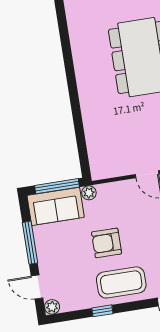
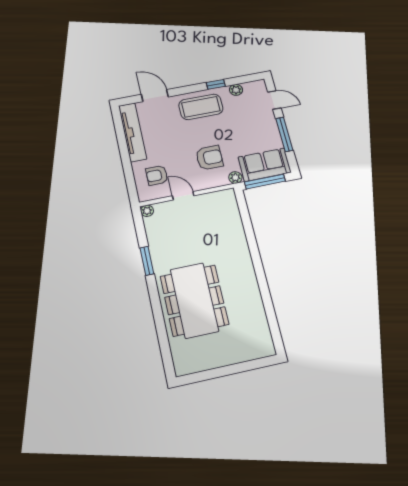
armchair: (107, 243) -> (209, 158), moved
plant: (52, 307) -> (236, 90), moved

